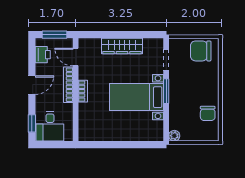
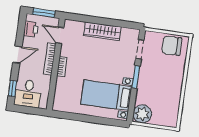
bed with nightstands: (136, 97) -> (106, 95), moved
chair: (208, 113) -> (170, 102), removed
plant: (174, 136) -> (142, 114), width x1.88, depth x1.88

